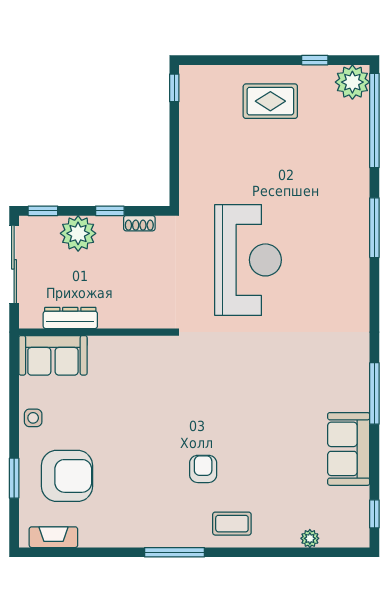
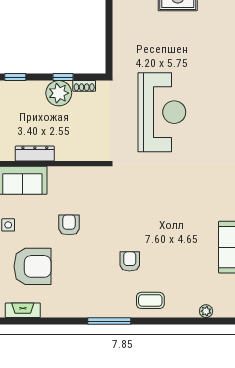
plant: (78, 233) -> (59, 93), moved
armchair: (118, 418) -> (69, 225), added

